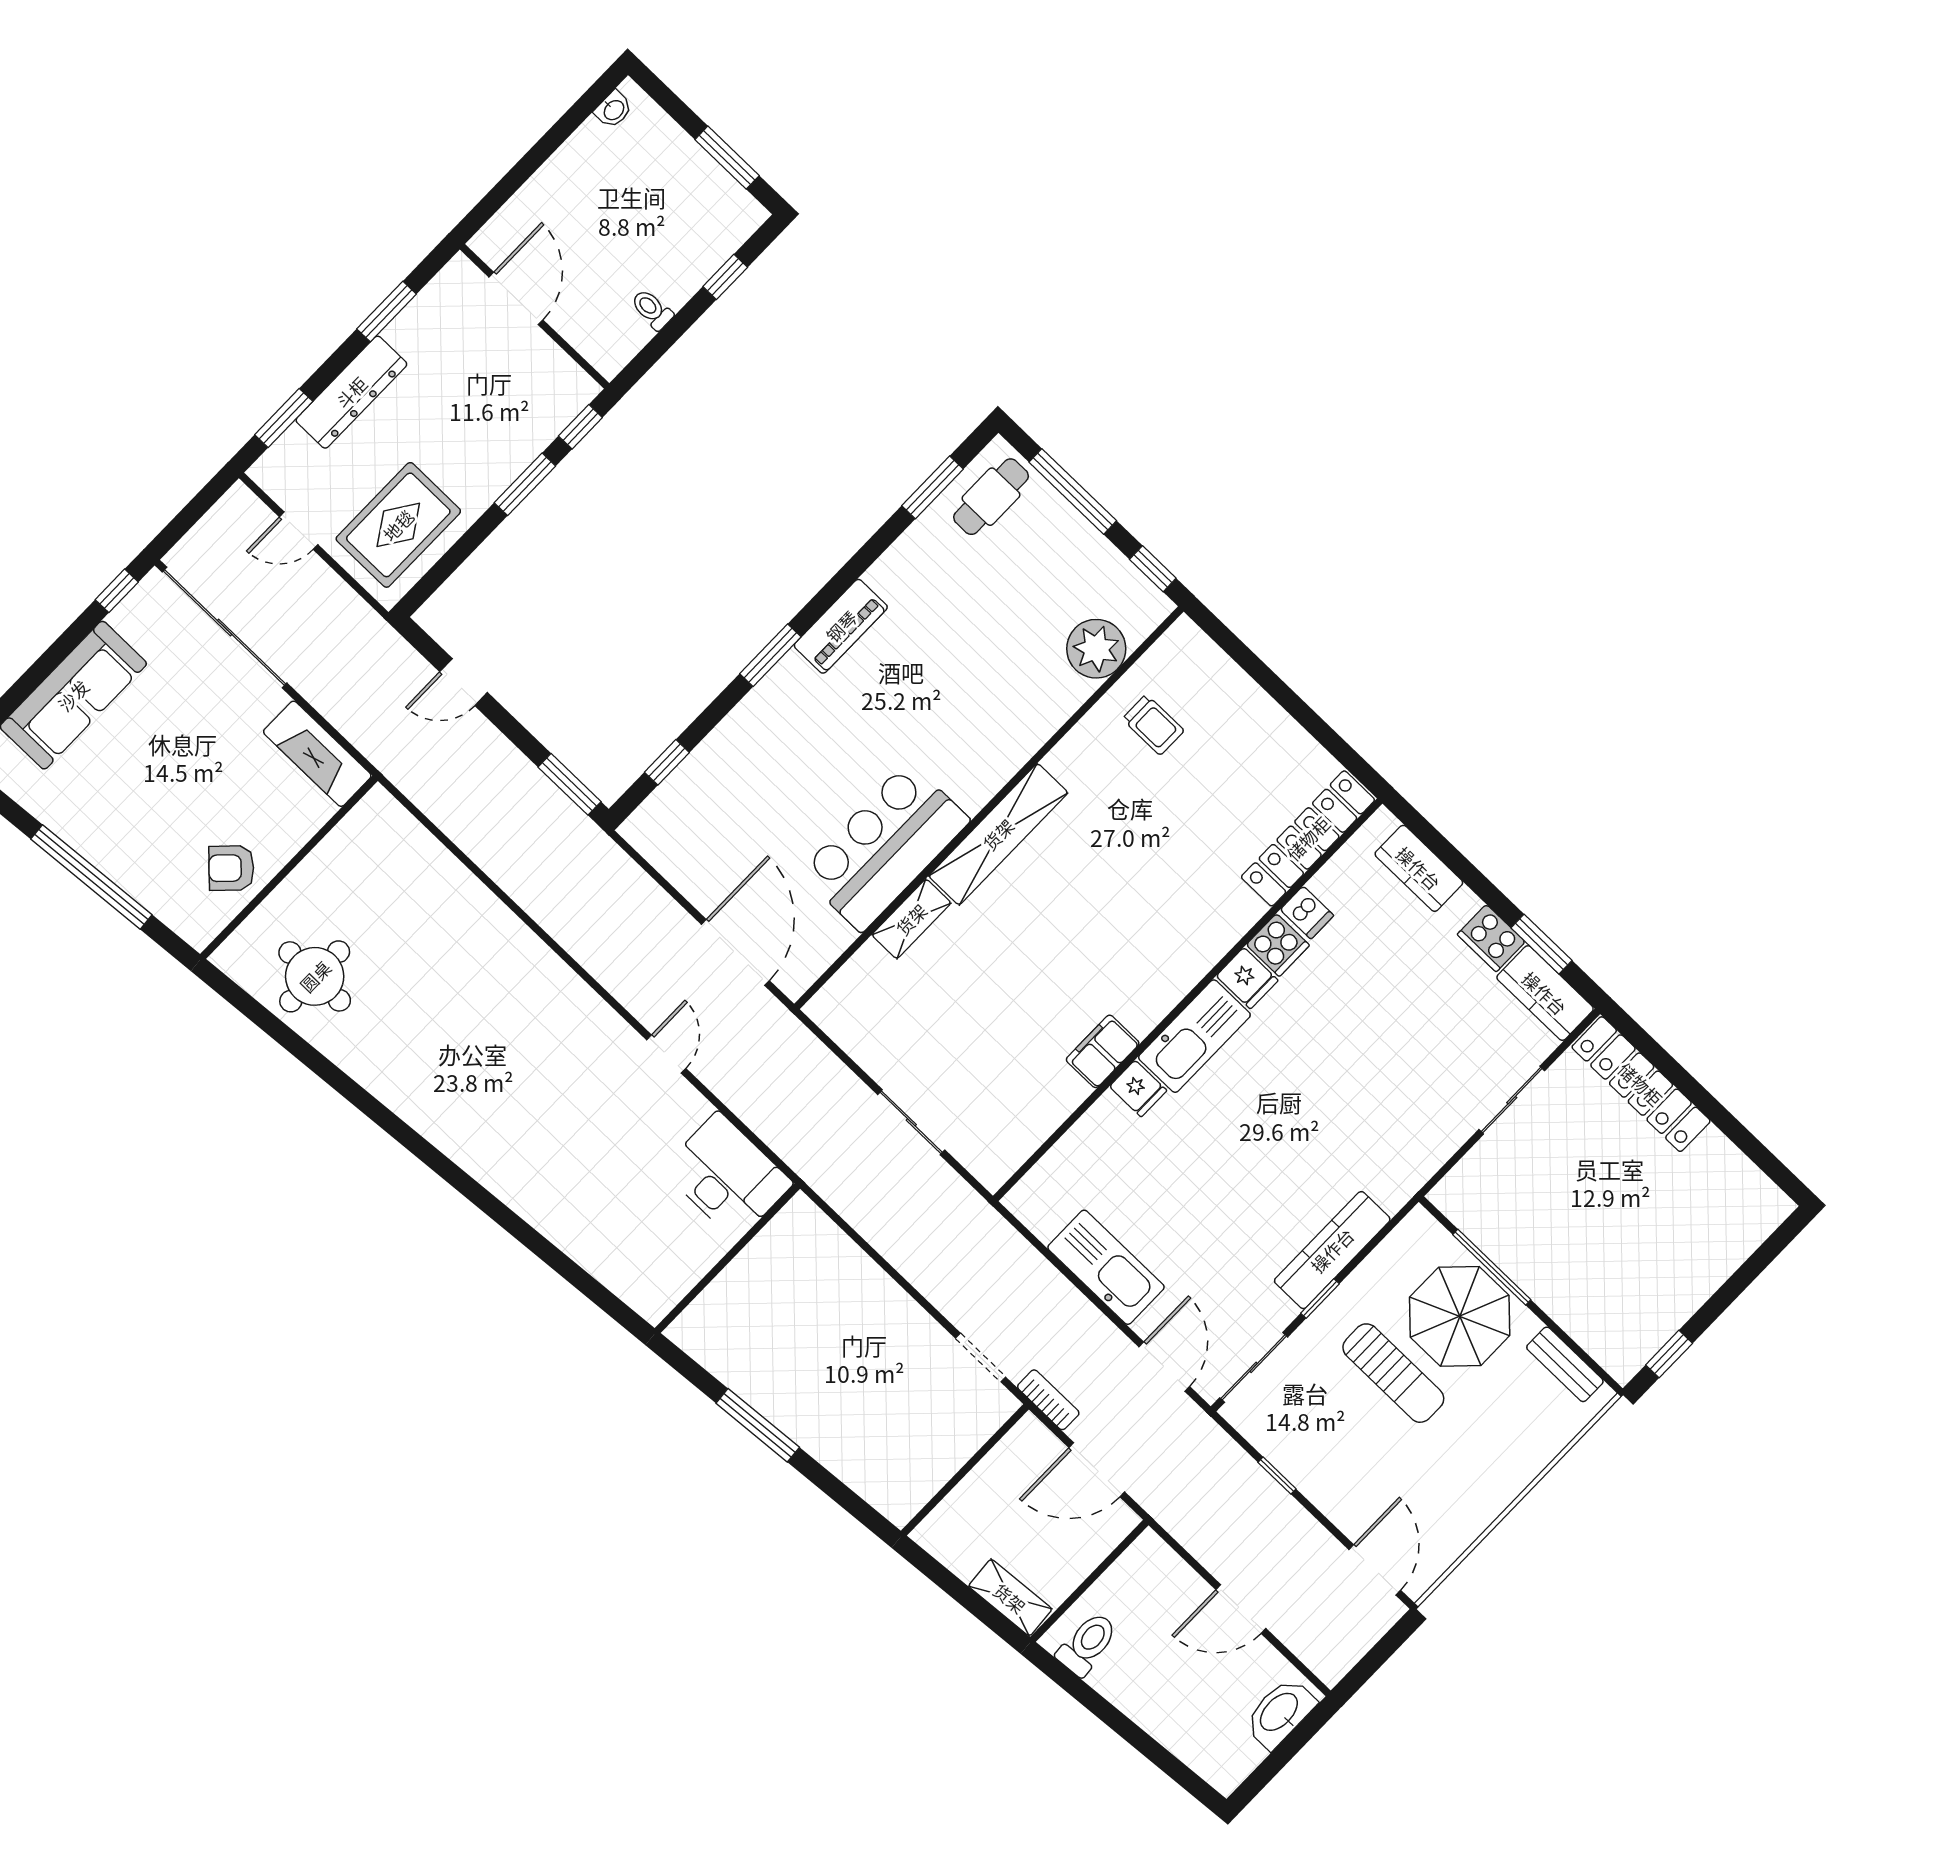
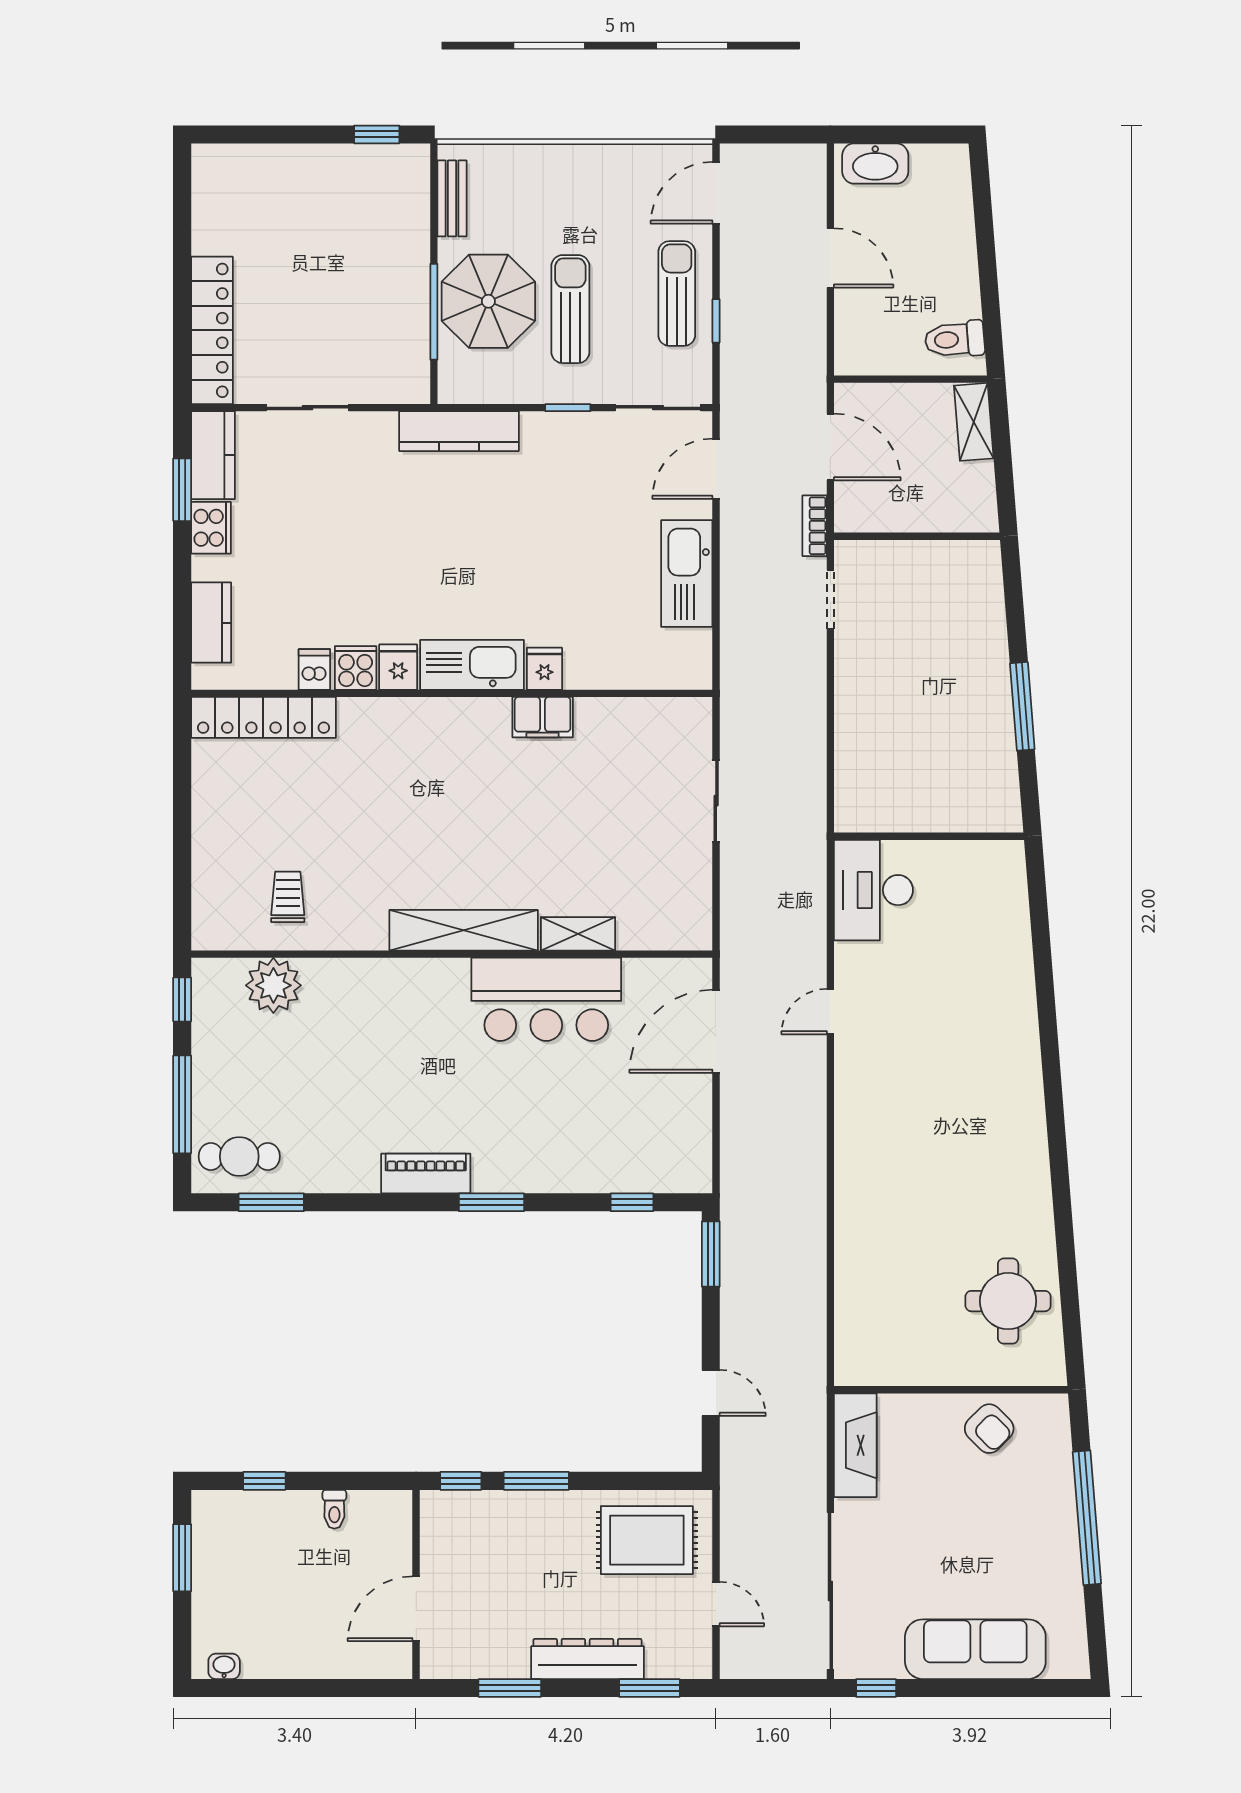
kitchen counter: (1332, 1250) -> (459, 431), moved
sun lounger: (1327, 1466) -> (677, 294), added

